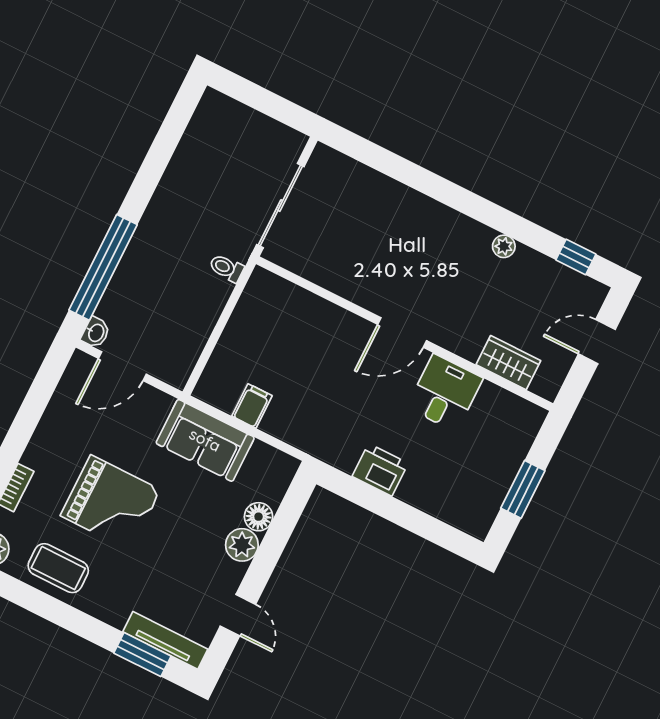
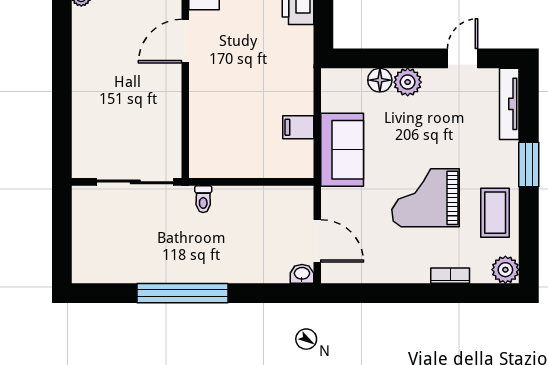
window: (103, 267) -> (183, 293), moved
door: (402, 332) -> (185, 41), swing flipped
grand piano: (111, 503) -> (426, 198), turned -90
window: (142, 655) -> (529, 164), moved

